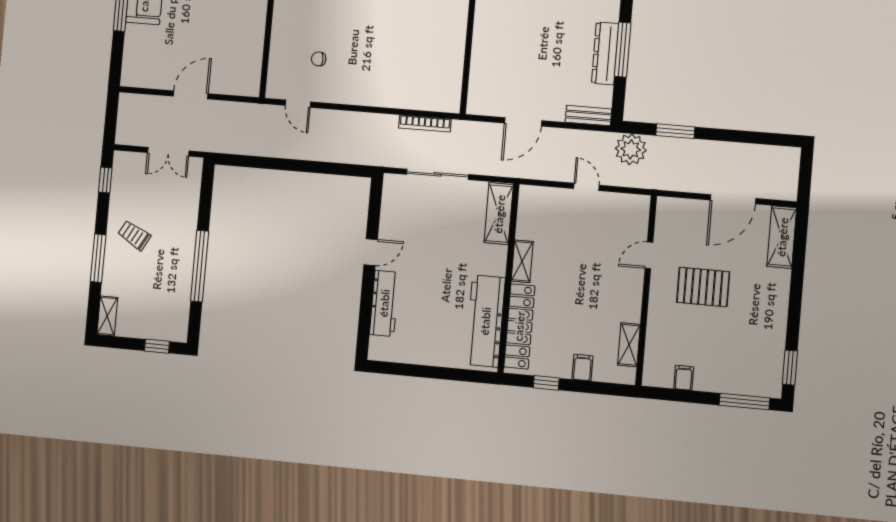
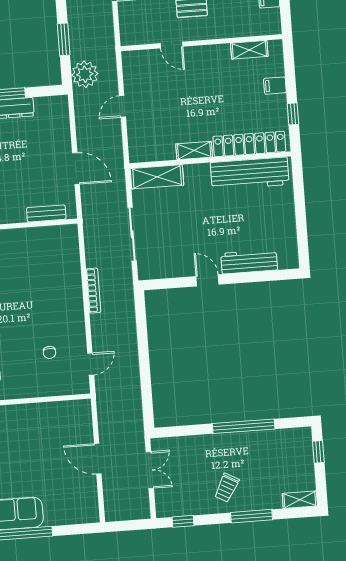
bench: (588, 116) -> (46, 213), moved, turned 90
bookcase: (425, 124) -> (93, 291), moved

